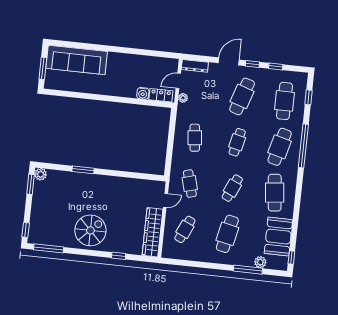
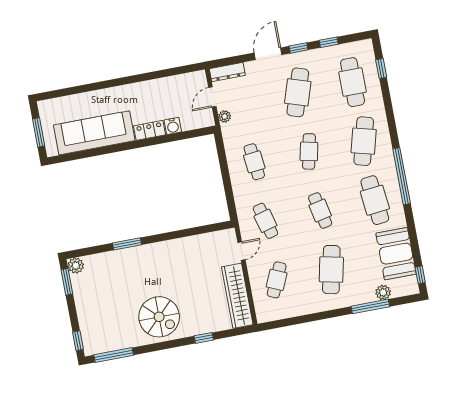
sofa: (77, 60) -> (94, 133), moved, turned 180
locker: (161, 95) -> (149, 130), moved
window: (303, 146) -> (402, 176), moved
cafe table: (232, 188) -> (320, 210), turned -36
spiral stairs: (90, 230) -> (159, 317), turned 90

